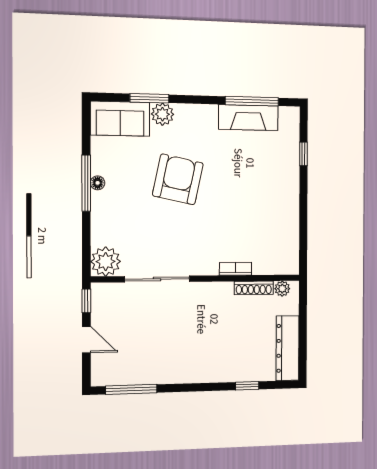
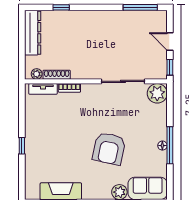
window: (303, 154) -> (22, 146), moved
tv unit: (273, 267) -> (43, 89), added

